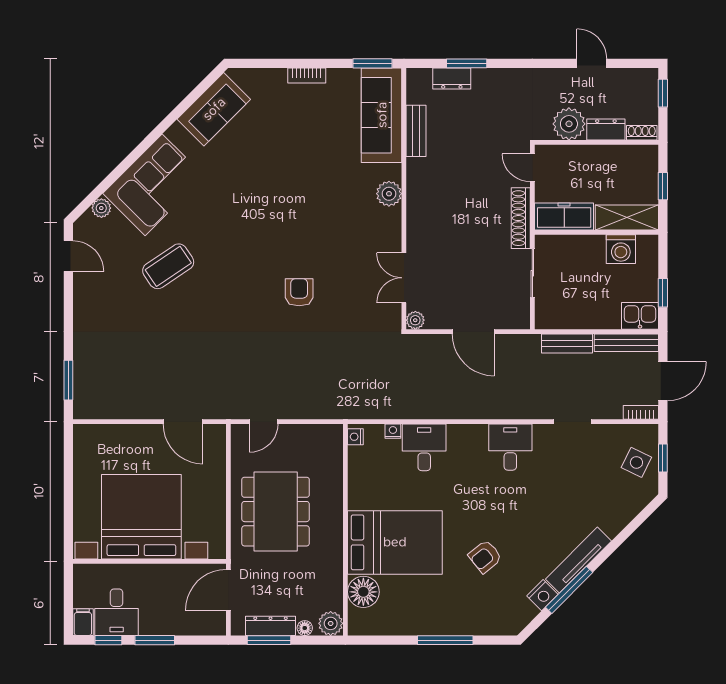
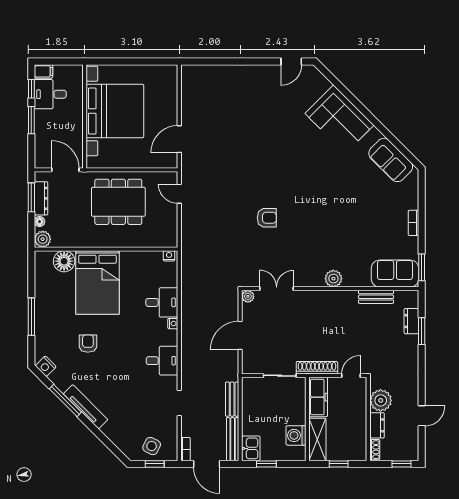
sofa: (382, 115) -> (395, 274), width x0.73
plant: (101, 208) -> (324, 84), removed
coffee table: (168, 266) -> (284, 129), removed
window: (68, 380) -> (207, 62), removed
nightstand: (393, 431) -> (173, 324), moved
armchair: (485, 557) -> (88, 344), turned 39
nightstand: (542, 595) -> (46, 366), moved

